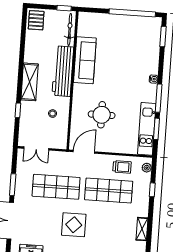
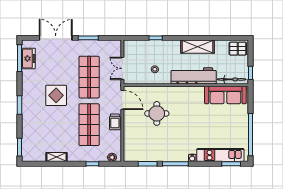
sofa: (85, 60) -> (225, 95), moved
shelving: (30, 82) -> (198, 47), moved
kitchen unit: (147, 129) -> (220, 155), moved
double door: (36, 148) -> (122, 68), moved
trolley: (122, 167) -> (115, 122), moved

